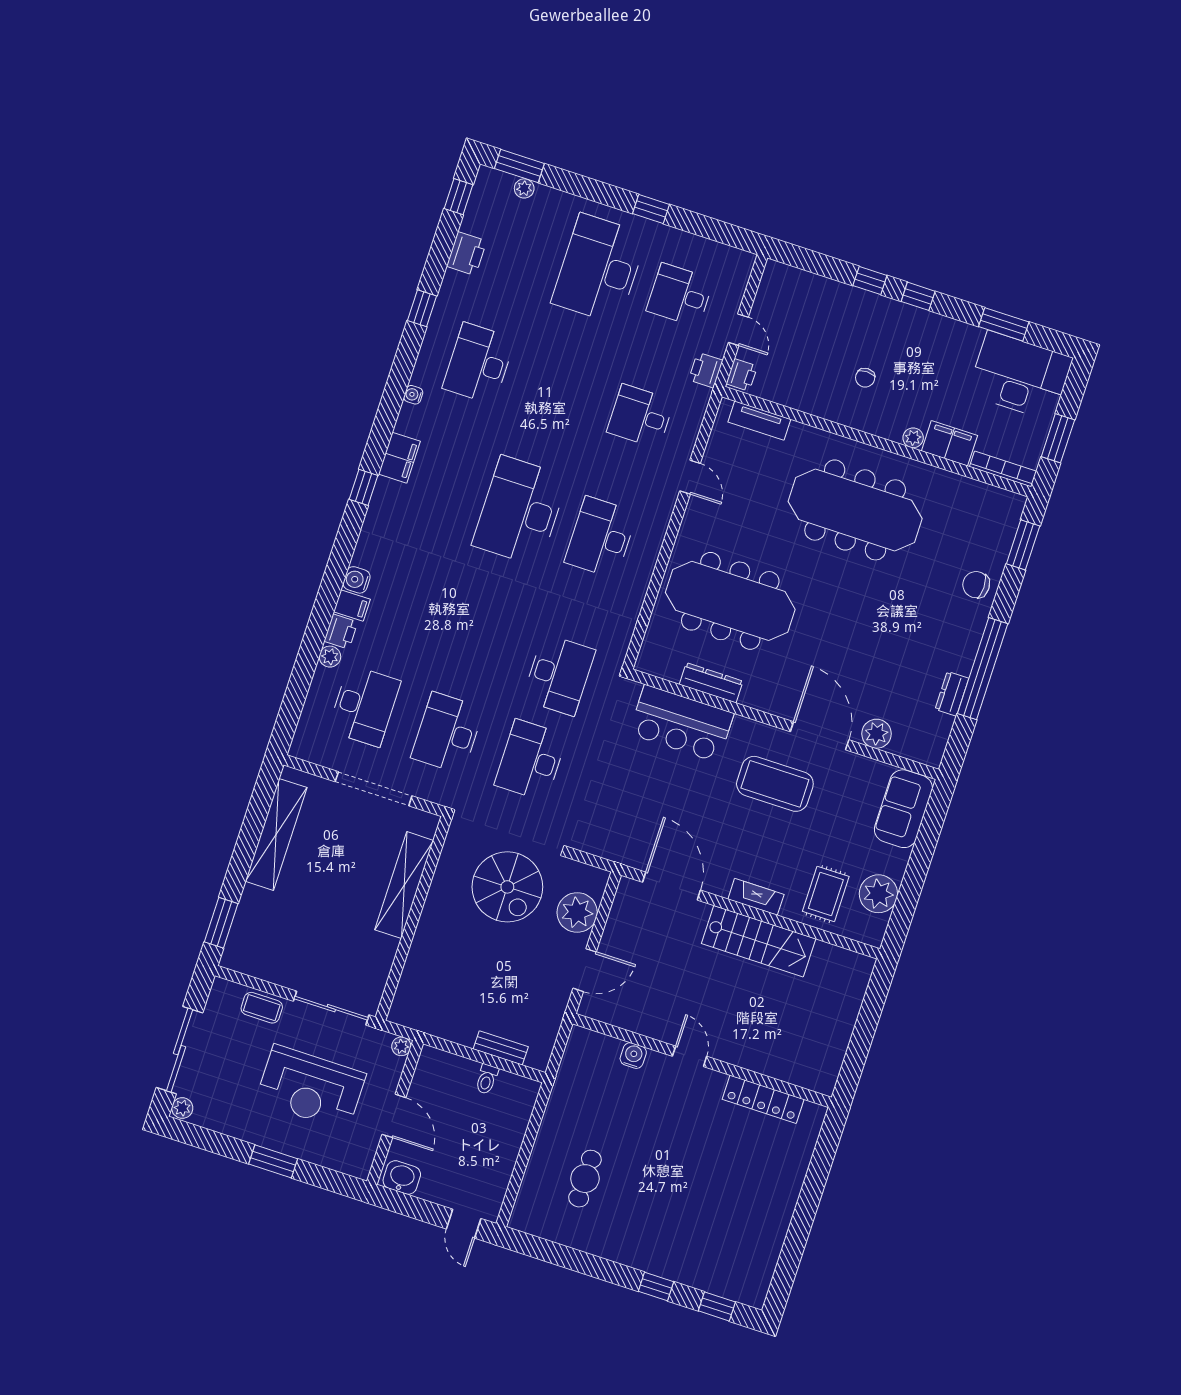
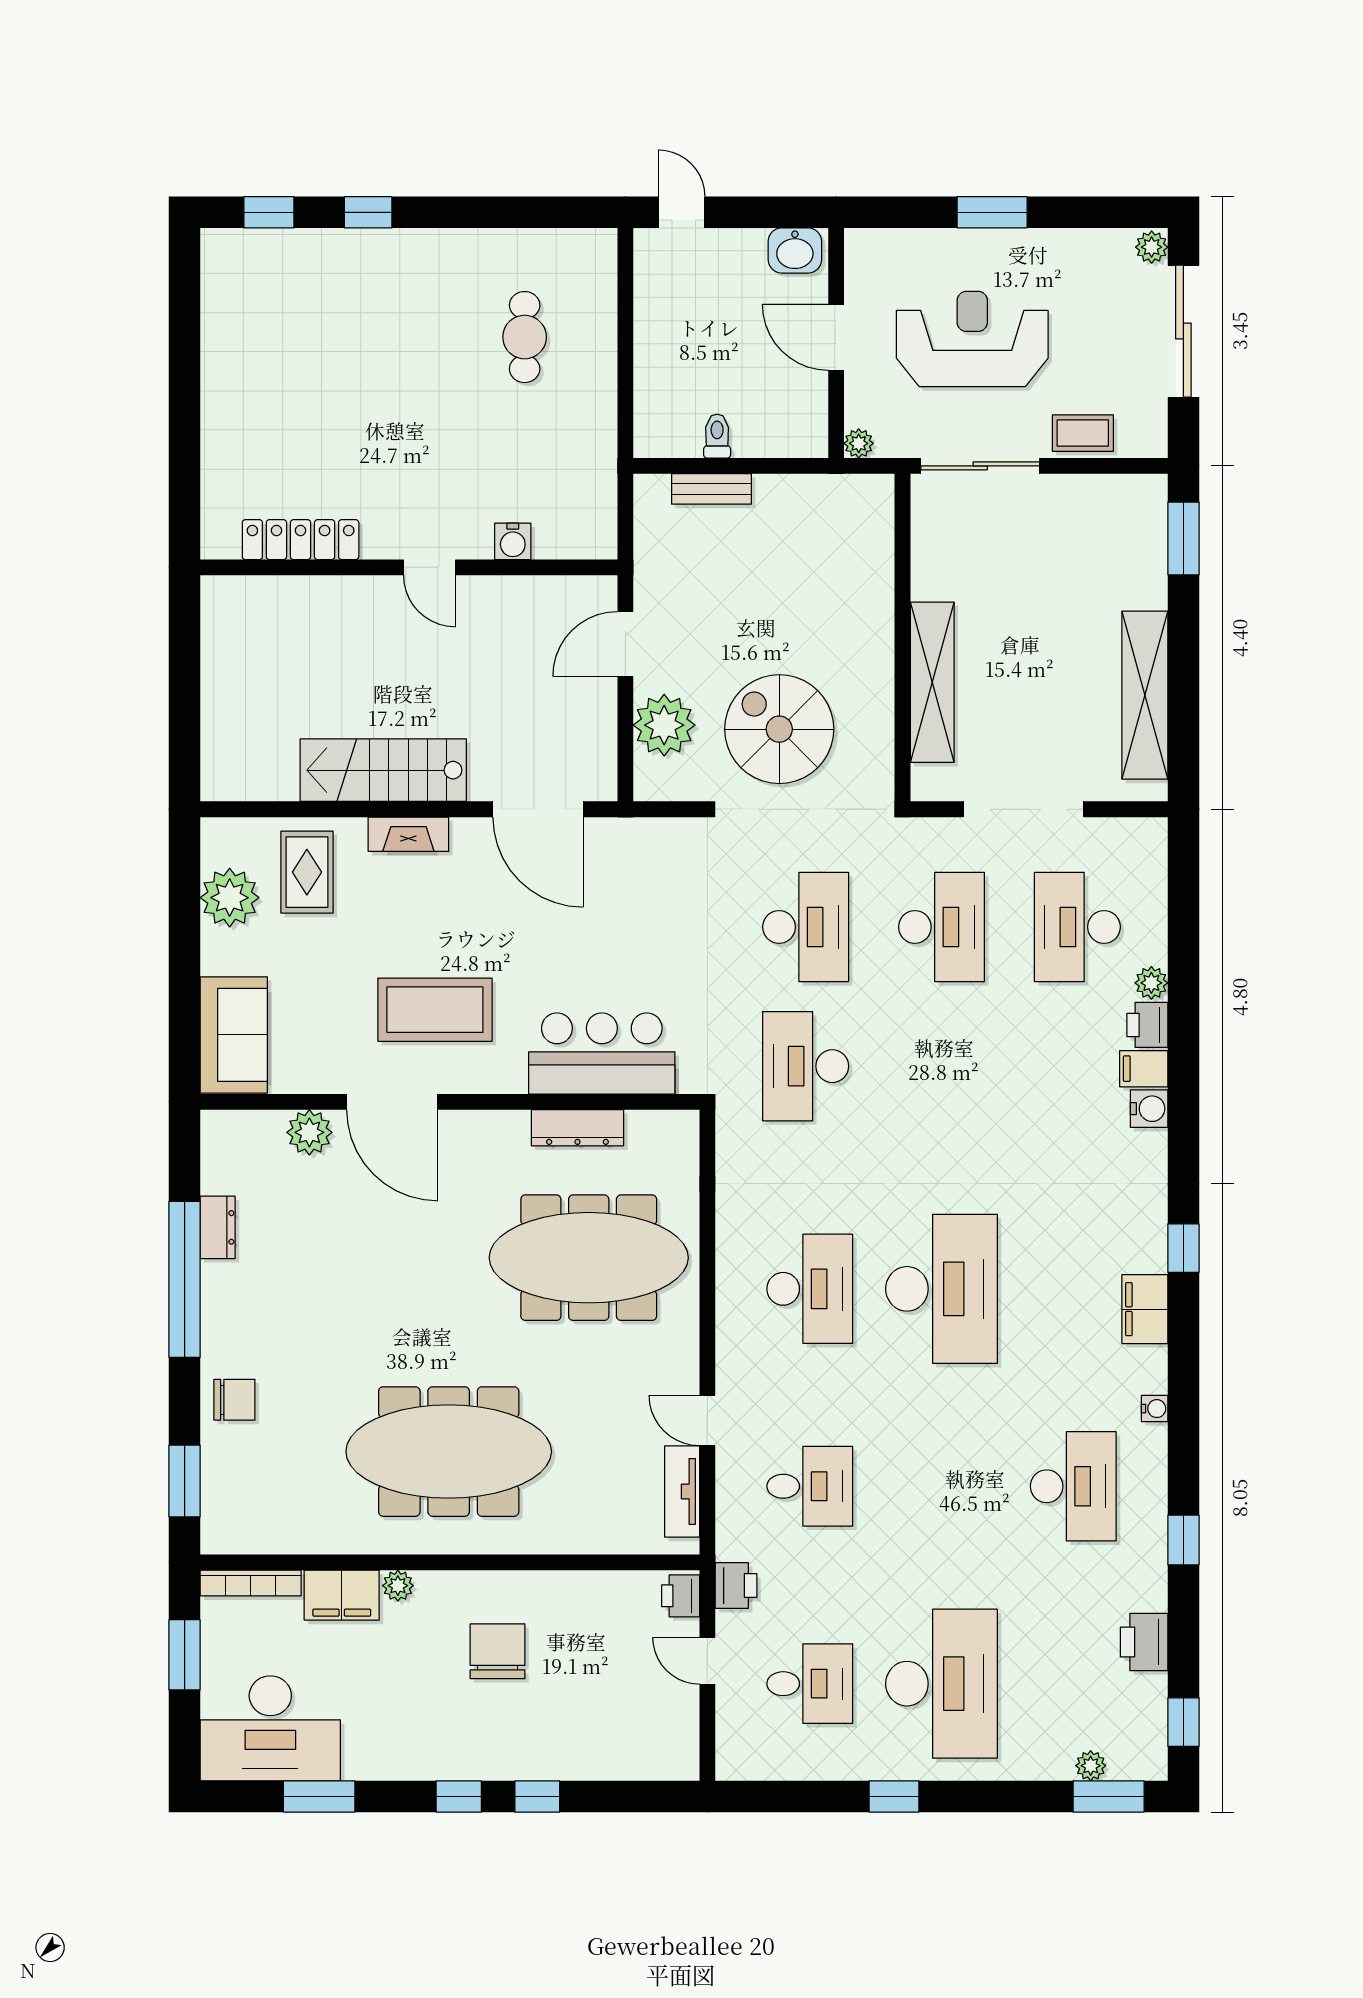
chair: (865, 378) -> (497, 1651), width x1.87, depth x1.87
tv unit: (759, 421) -> (682, 1491), moved, turned -90

